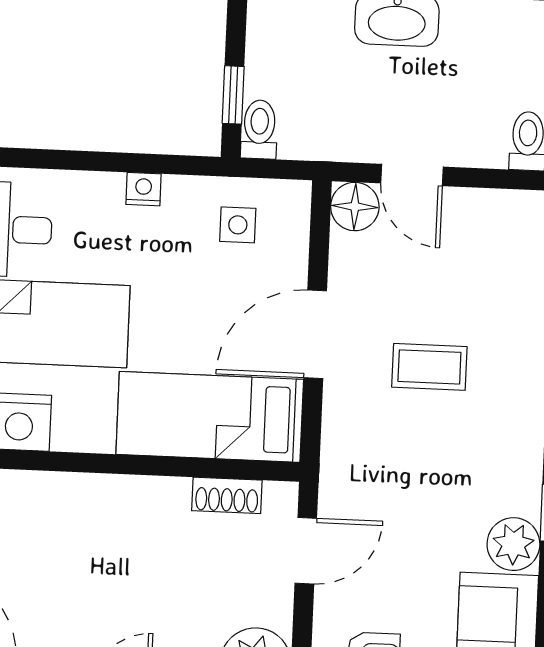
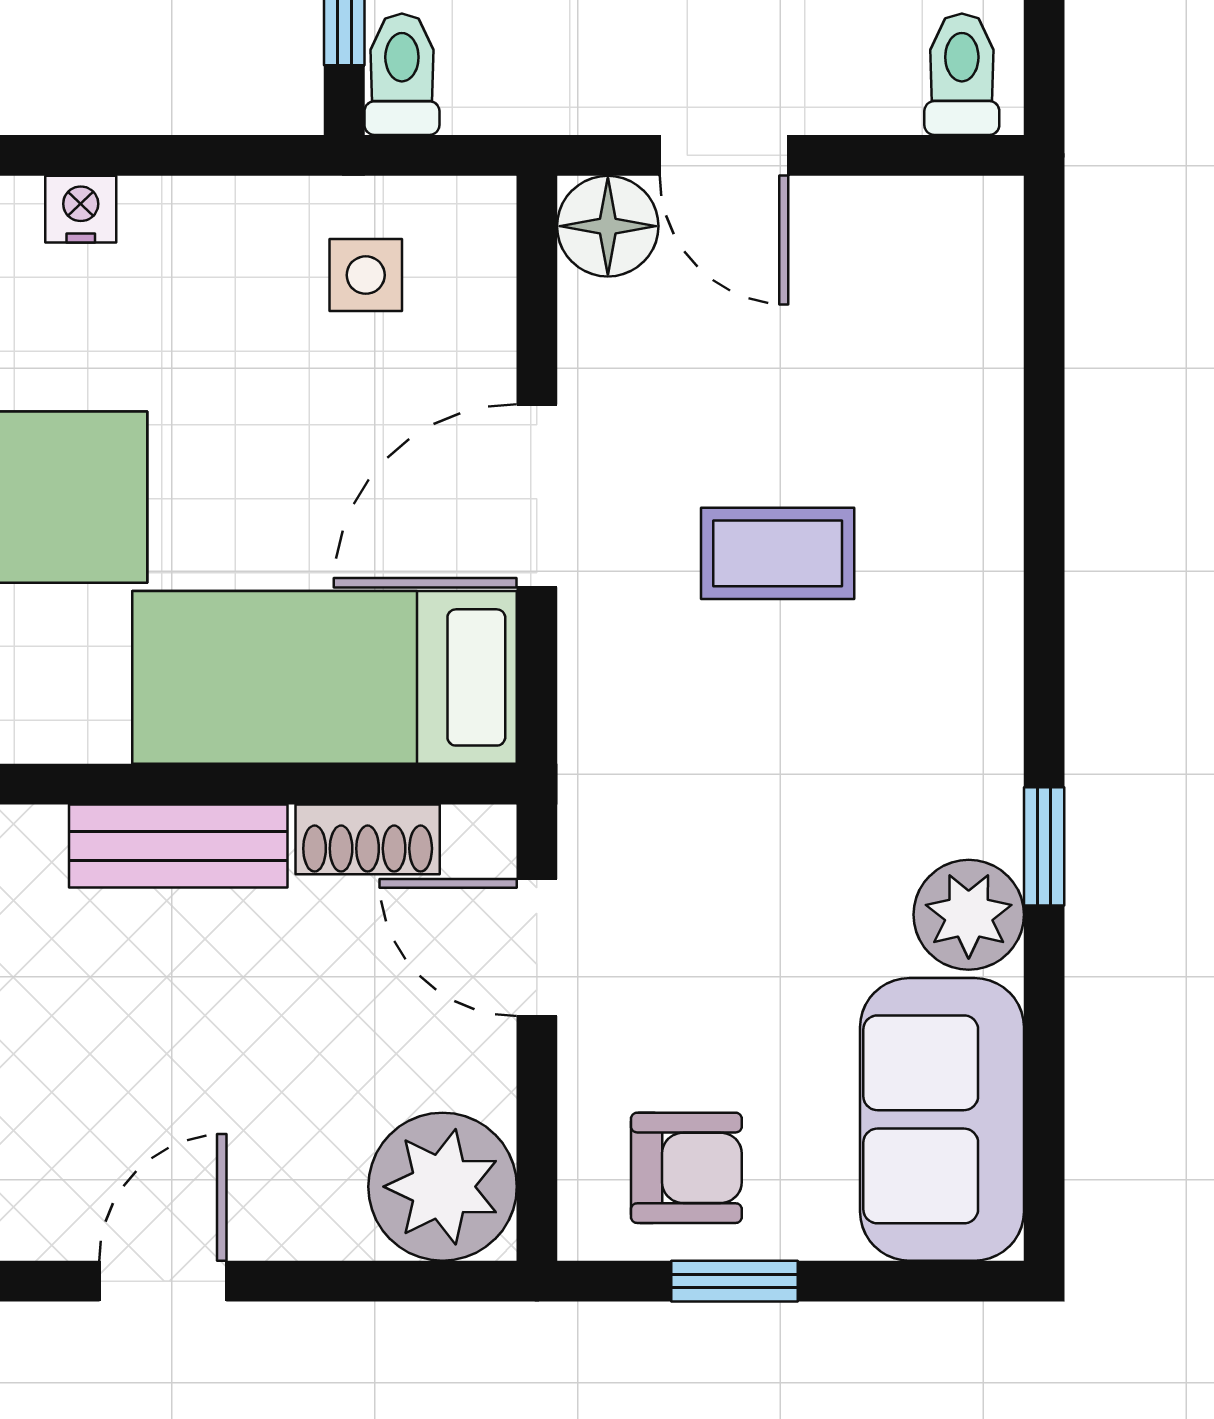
nightstand: (144, 189) -> (81, 209), moved
bench: (136, 495) -> (178, 846), added
door: (306, 551) -> (537, 947), swing flipped

